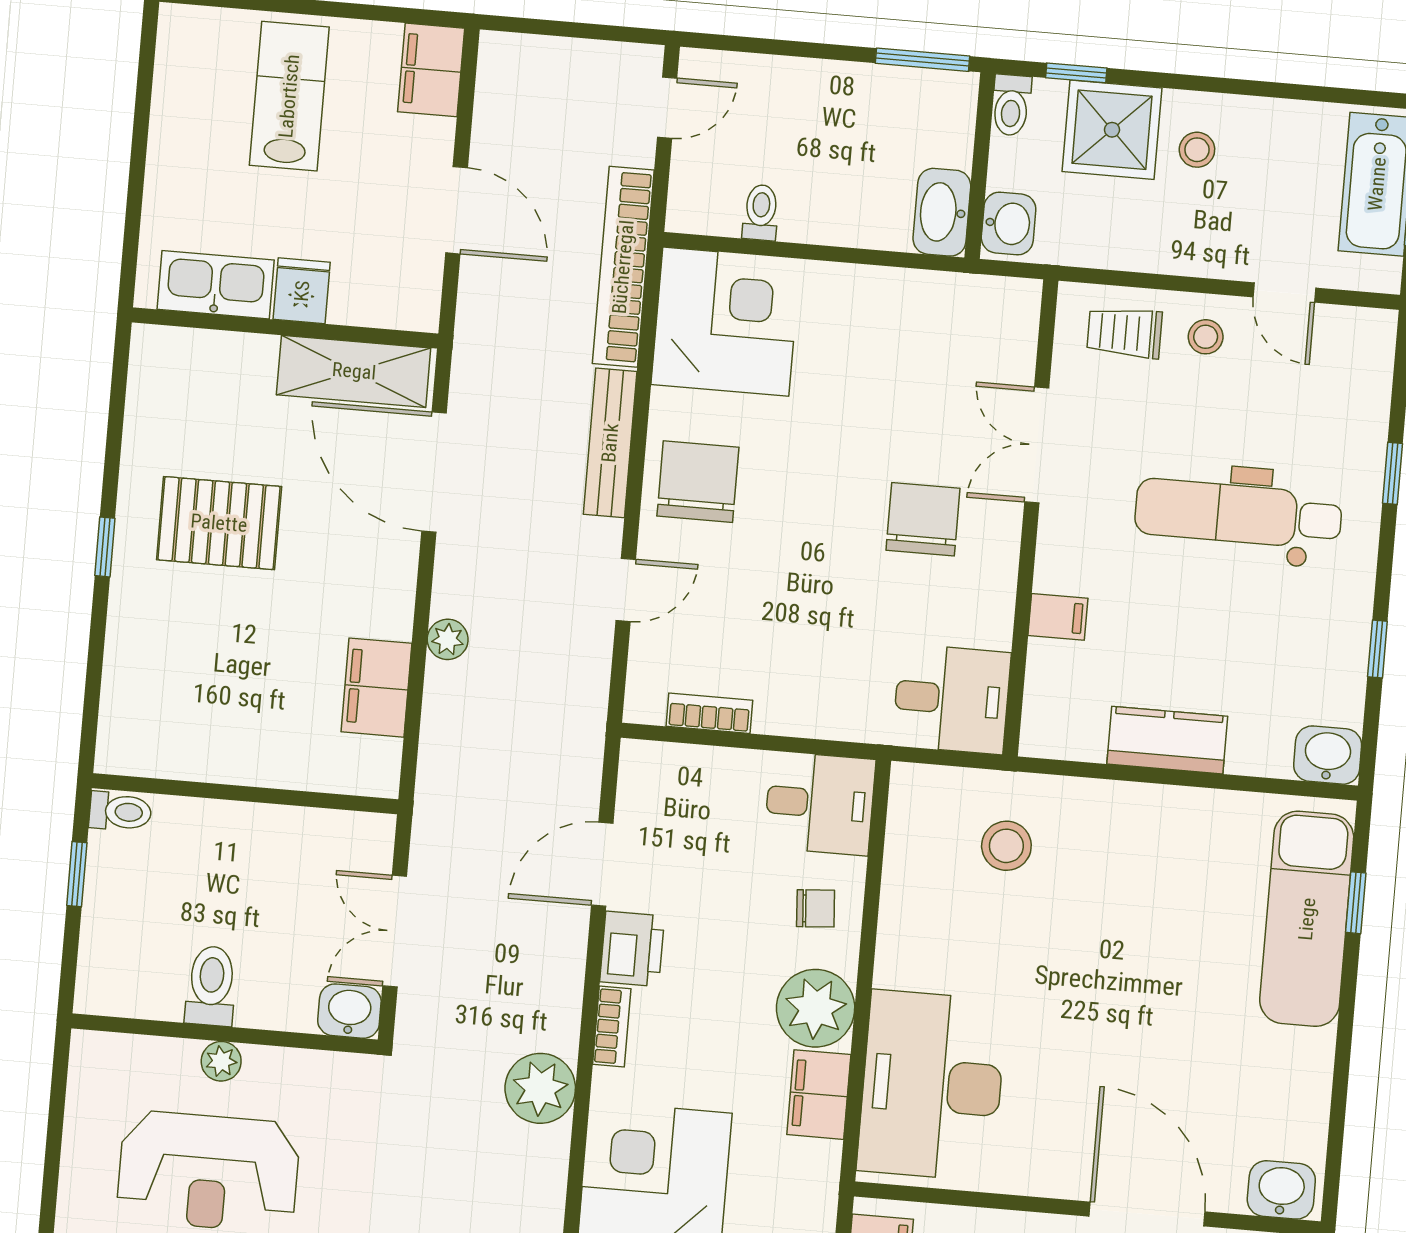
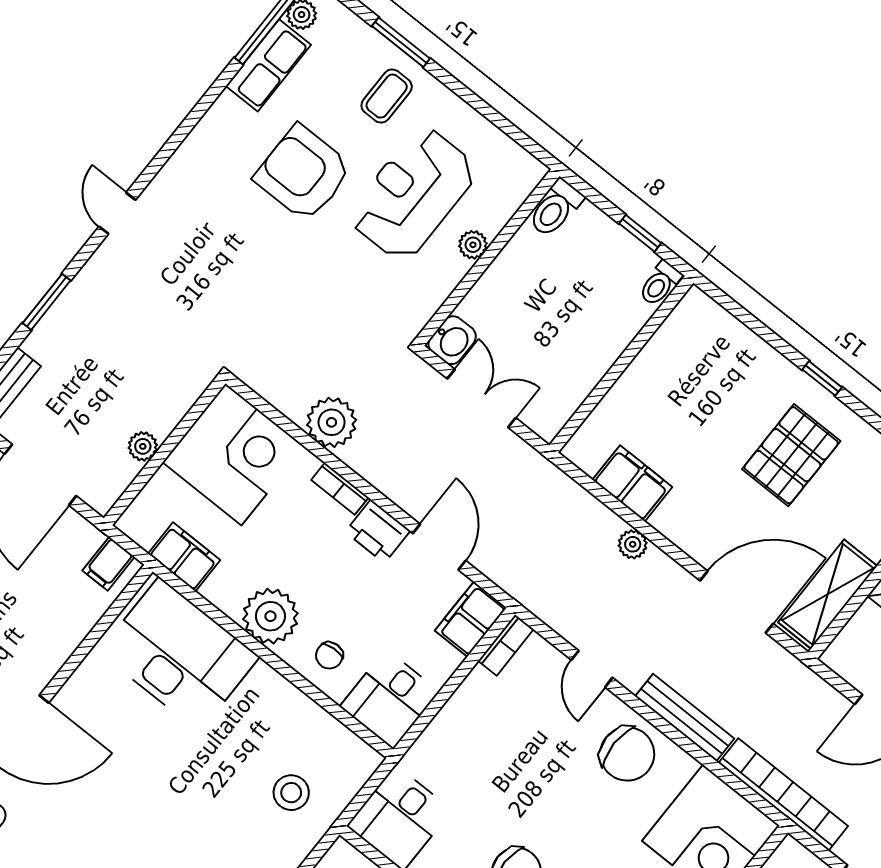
bookcase: (709, 713) -> (506, 645), moved
filing cabinet: (662, 771) -> (471, 619), added
toilet: (211, 986) -> (556, 208), moved, turned 90
filing cabinet: (819, 1095) -> (184, 557), moved

